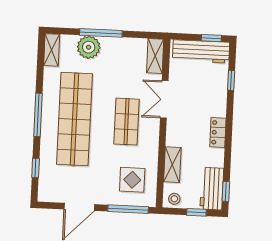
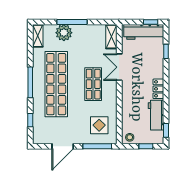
shelving: (172, 165) -> (127, 113), removed
workbench: (212, 189) -> (156, 115), moved

